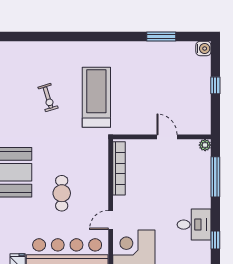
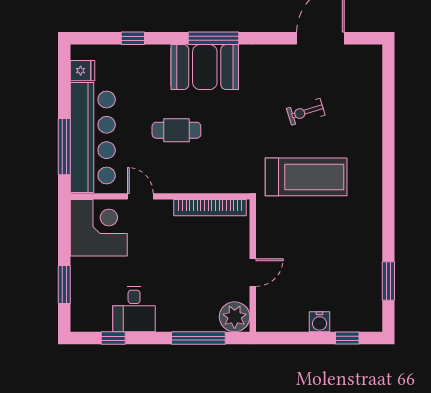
window: (161, 36) -> (388, 281), moved
water cooler: (203, 48) -> (320, 322), moved
window: (215, 85) -> (347, 338), moved
plant: (205, 145) -> (235, 317), width x1.88, depth x1.88

